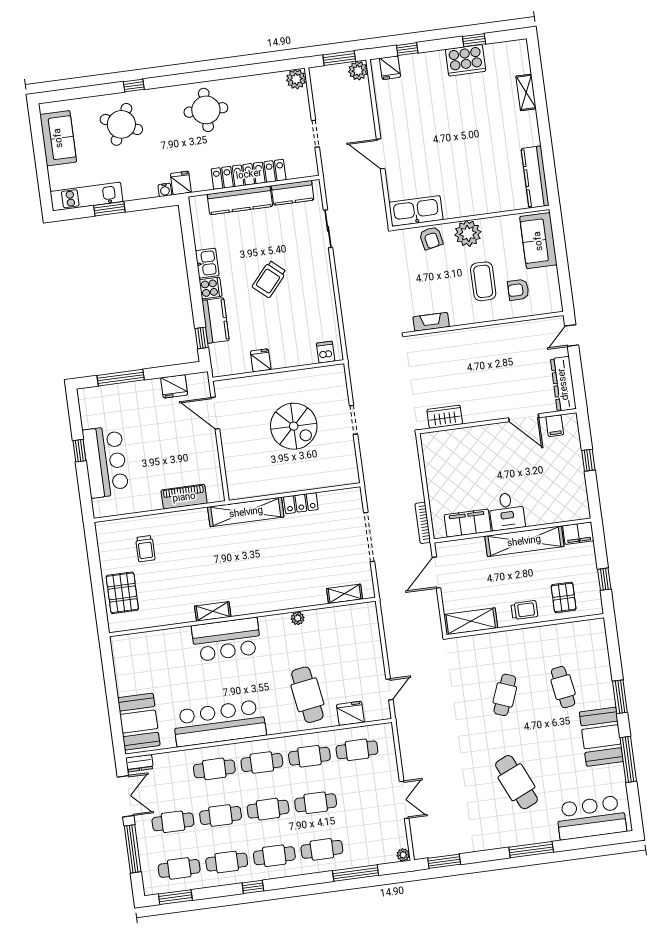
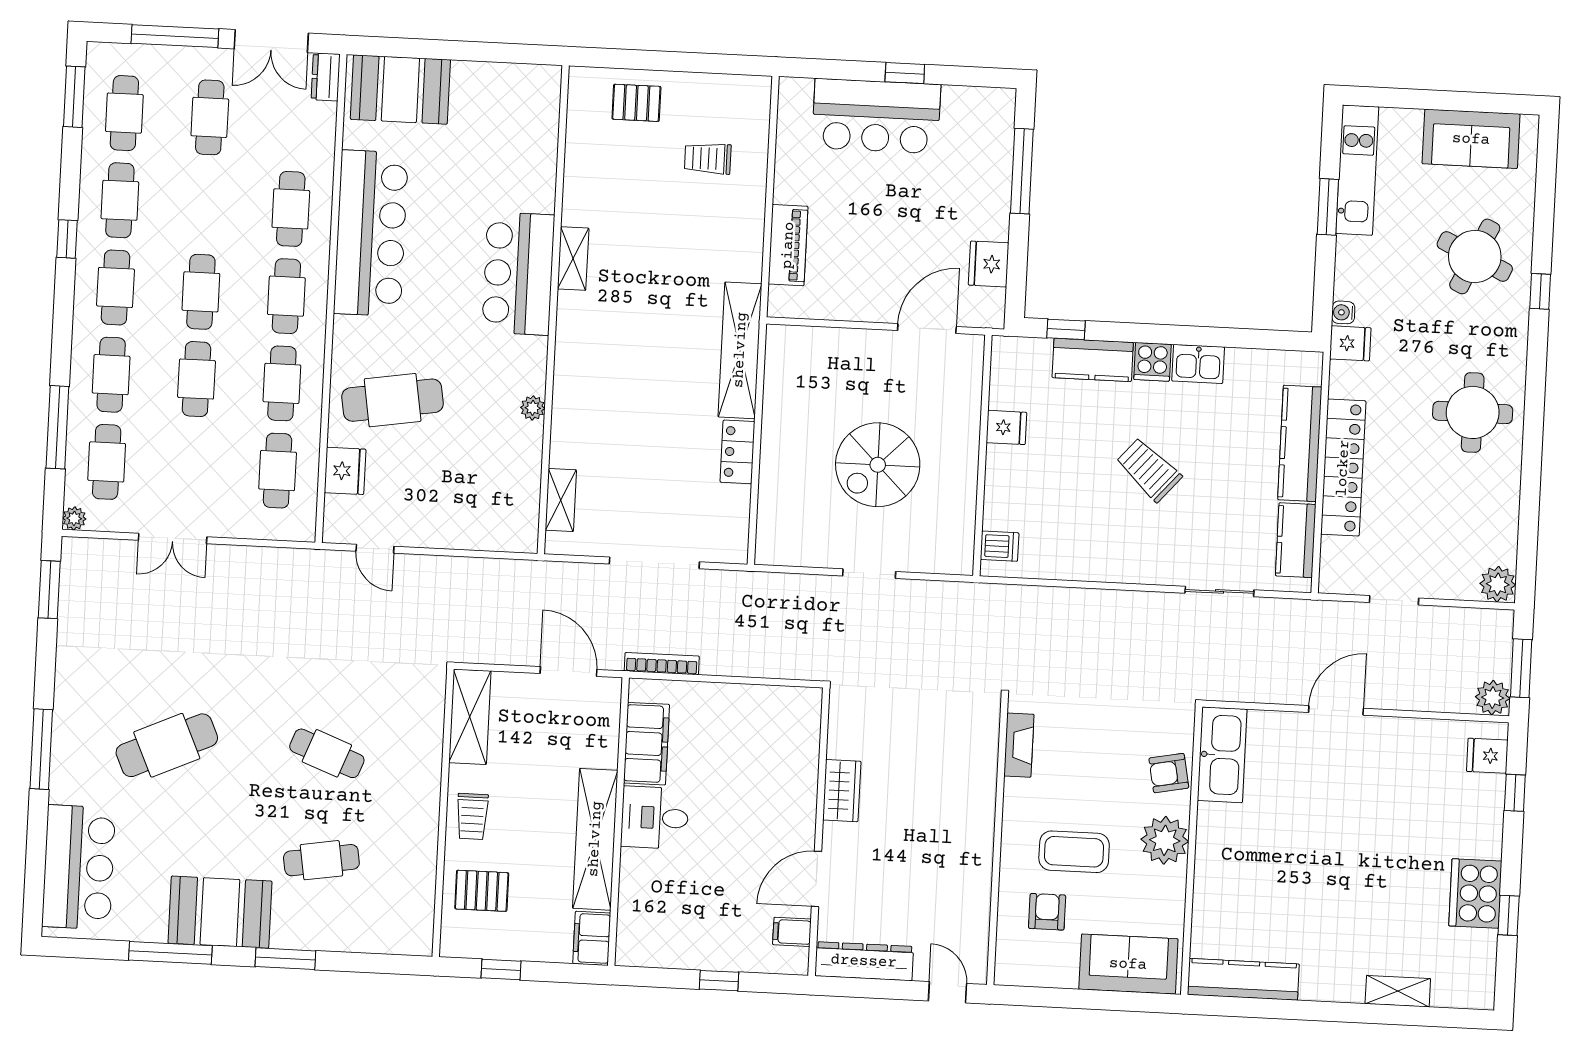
wardrobe: (445, 417) -> (842, 791), moved
pallet: (122, 593) -> (636, 103), width x0.67, depth x0.71
cafe table: (221, 815) -> (107, 462), moved

